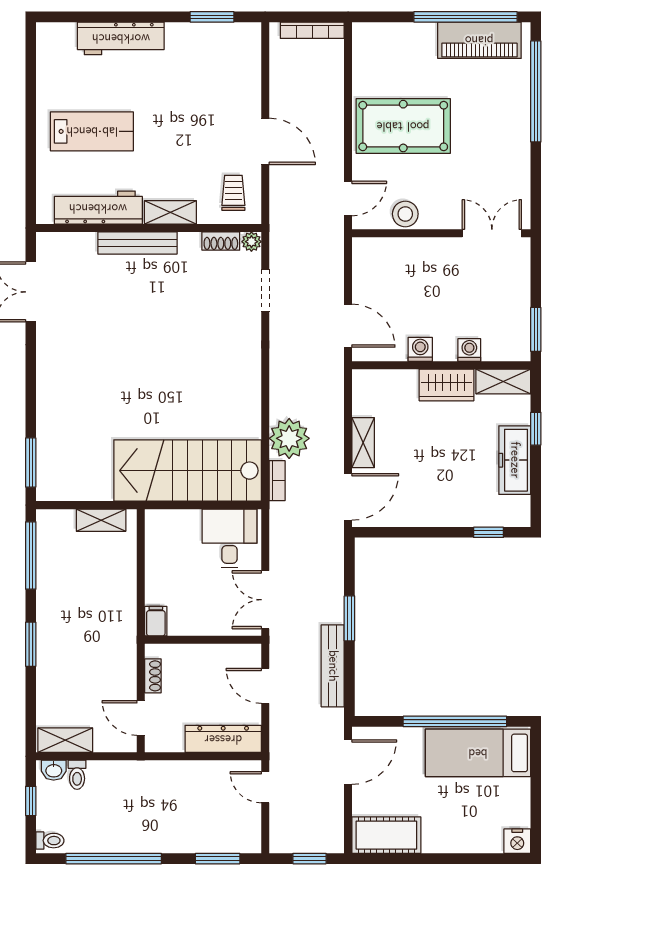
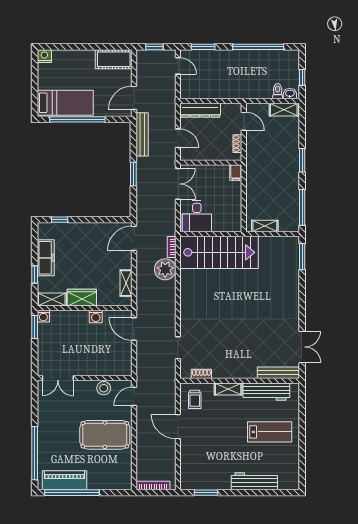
lab bench: (92, 131) -> (270, 432), turned 180
plant: (251, 242) -> (185, 374), removed
bench: (137, 243) -> (278, 373), moved
washing machine: (469, 350) -> (43, 316), moved
shelving: (363, 443) -> (126, 283), moved
bench: (333, 666) -> (142, 134), moved
door: (265, 787) -> (178, 66), moved
toilet: (50, 841) -> (292, 56), removed

